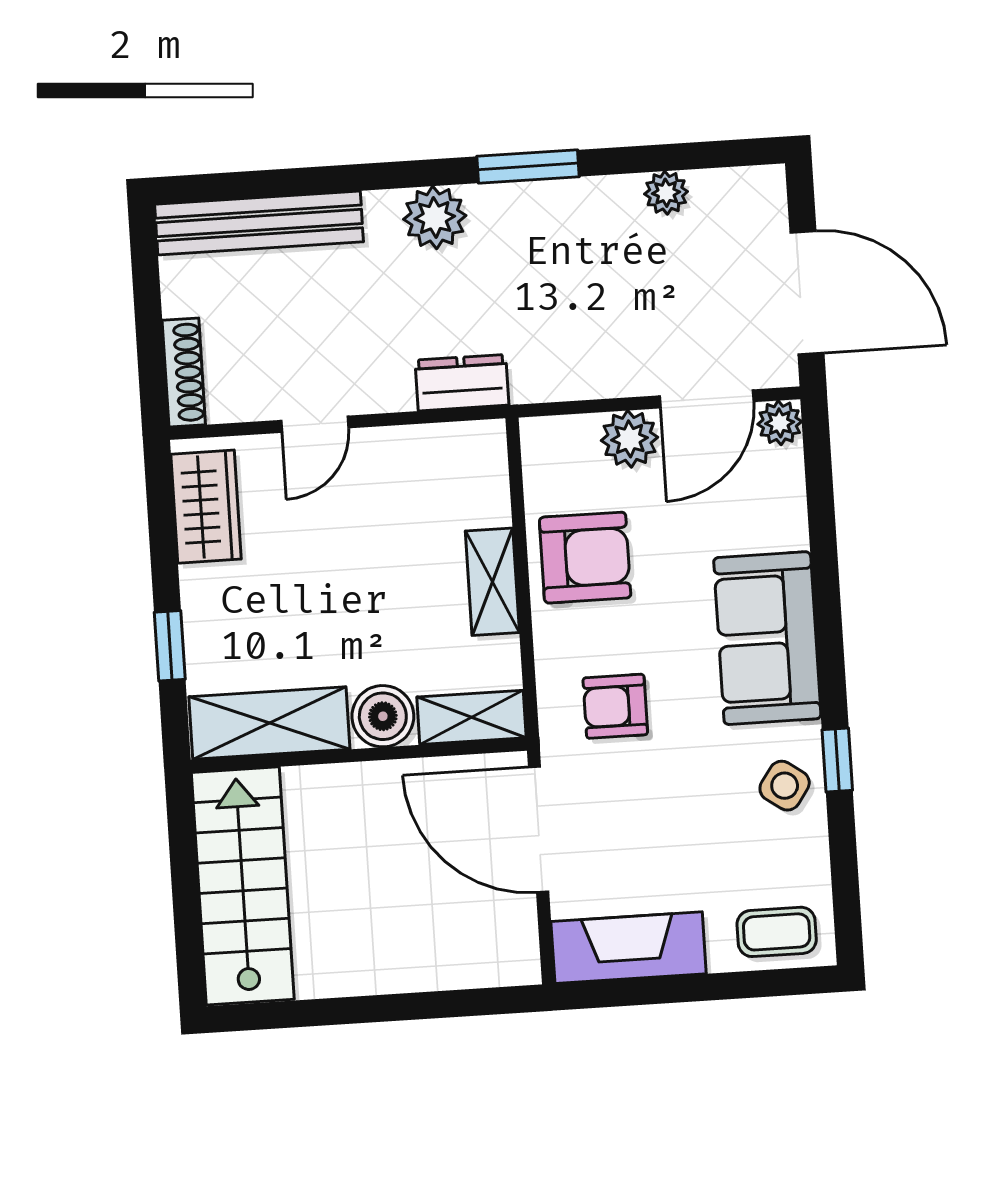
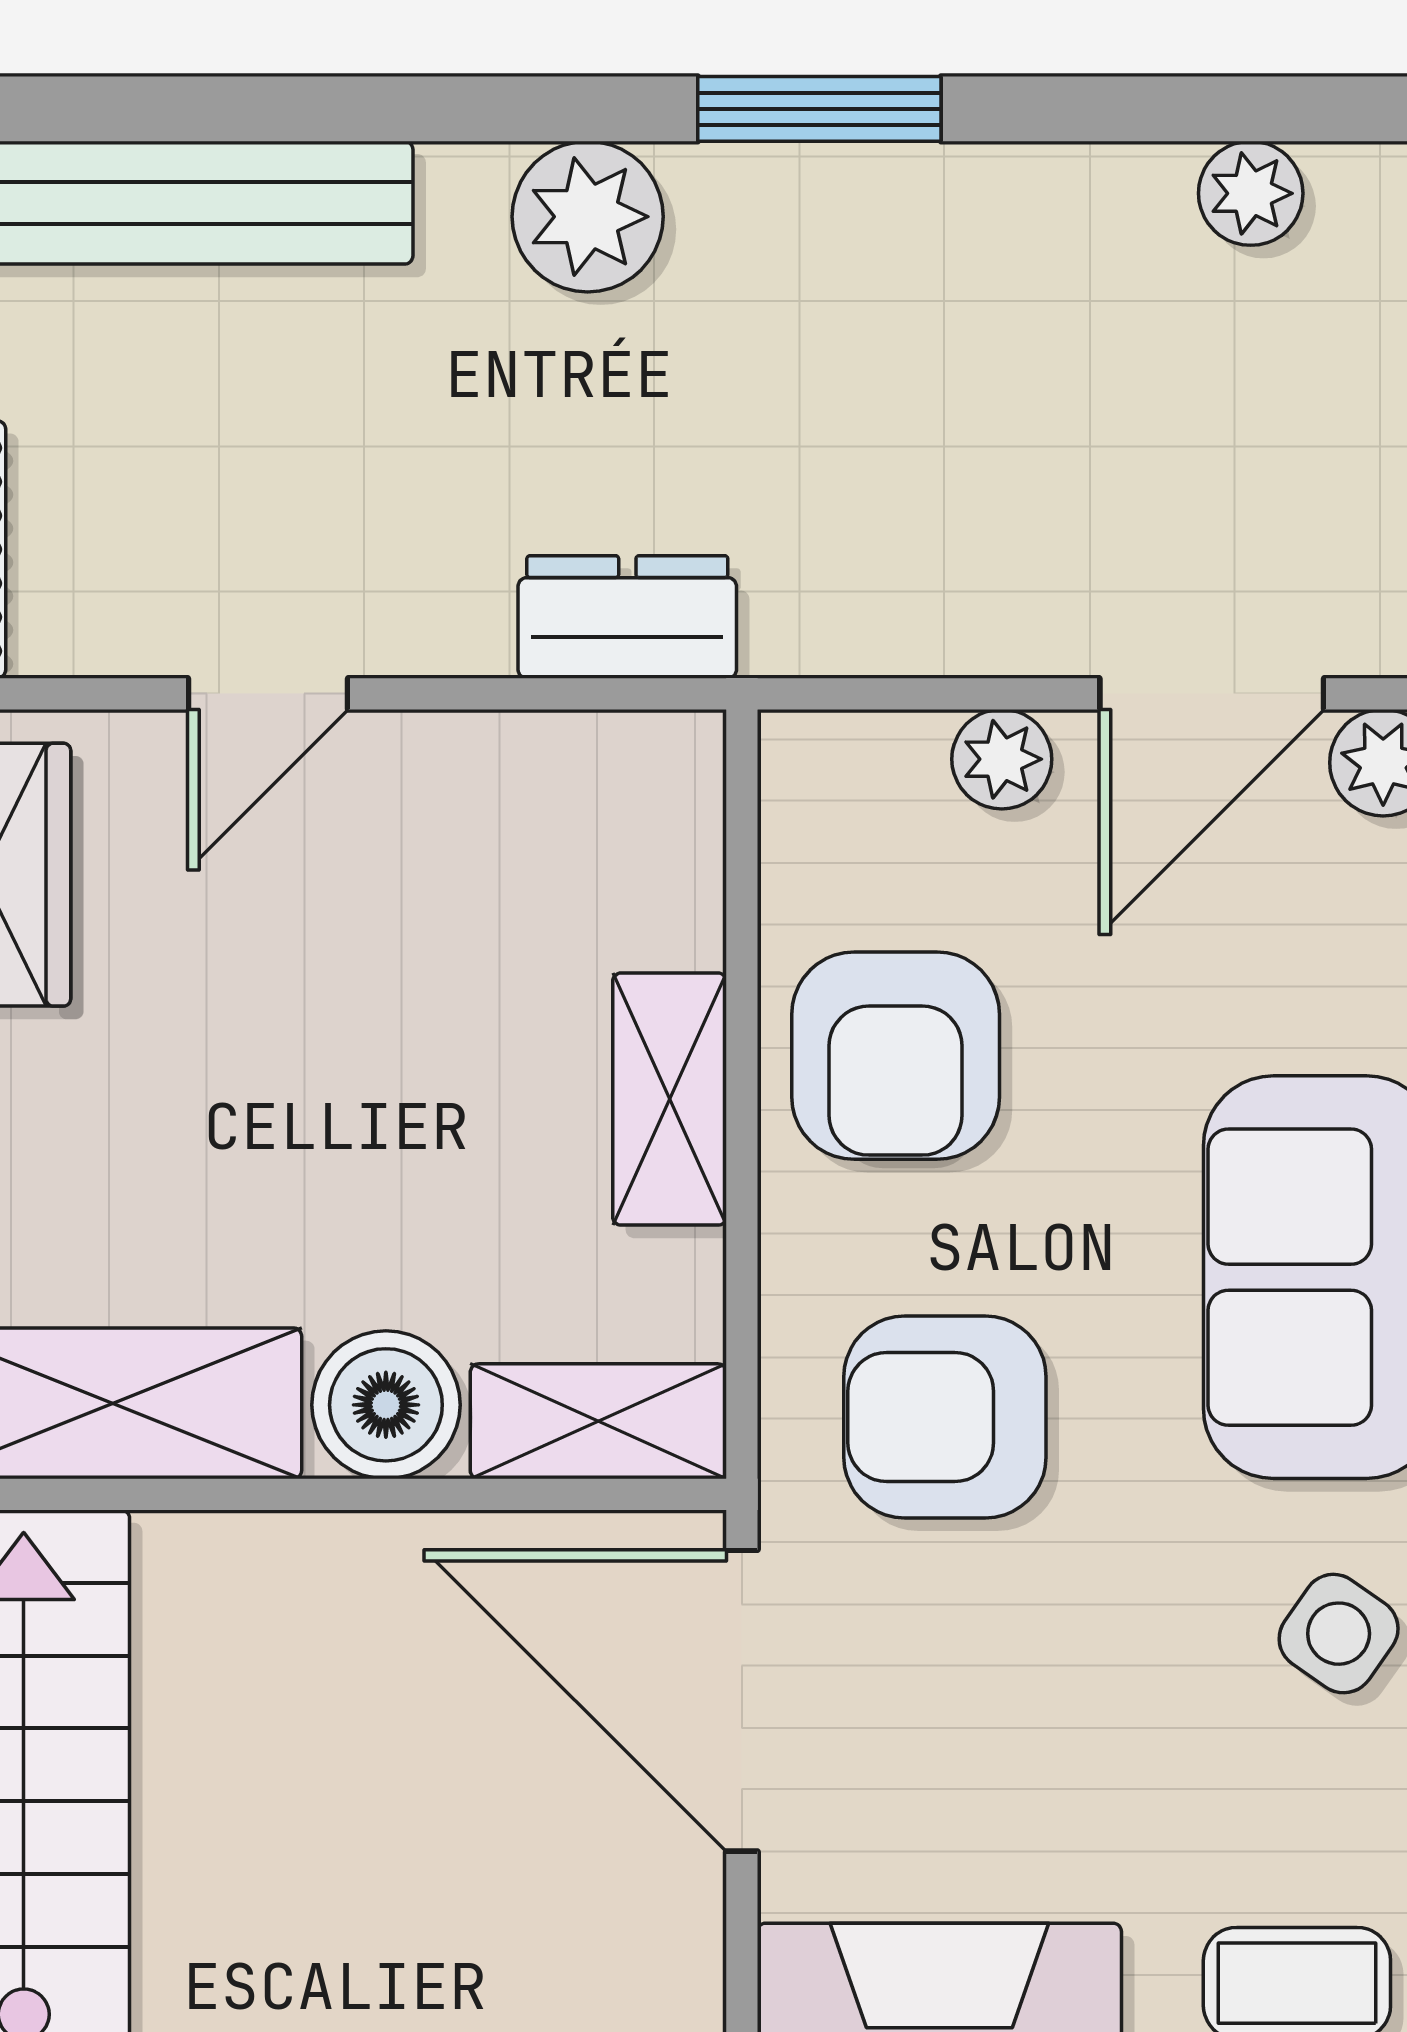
plant: (666, 193) -> (1251, 193), moved
plant: (630, 439) -> (1002, 759), width x0.73, depth x0.73
armchair: (585, 558) -> (896, 1056), turned 90
armchair: (615, 706) -> (945, 1417), width x1.38, depth x1.38

